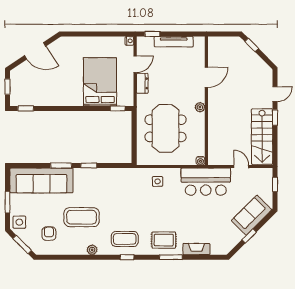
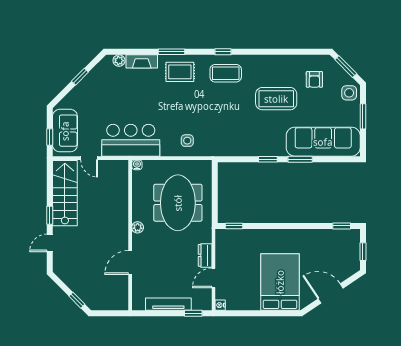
bed: (100, 82) -> (280, 282), moved, turned 180
sofa: (252, 215) -> (65, 131), moved, turned -45
plant: (92, 250) -> (119, 61), moved

